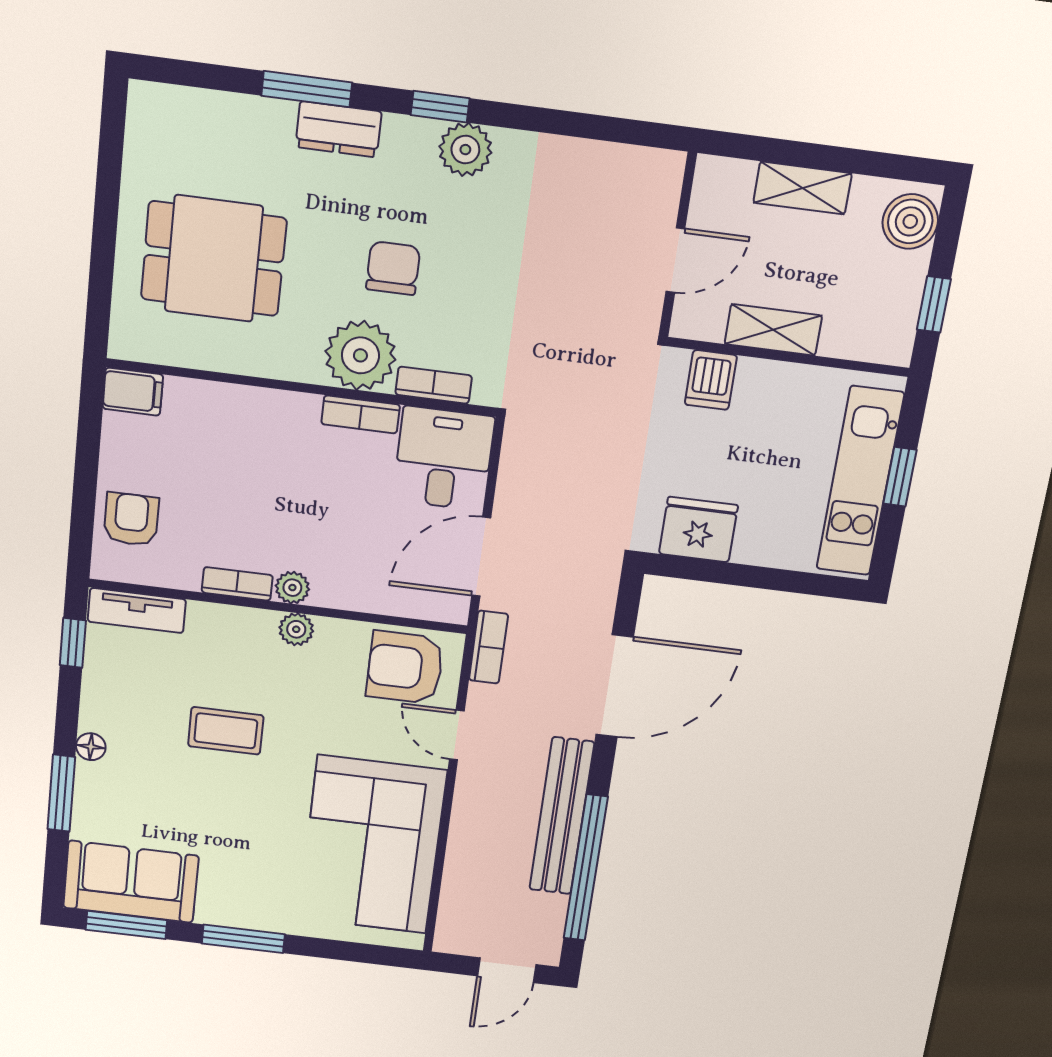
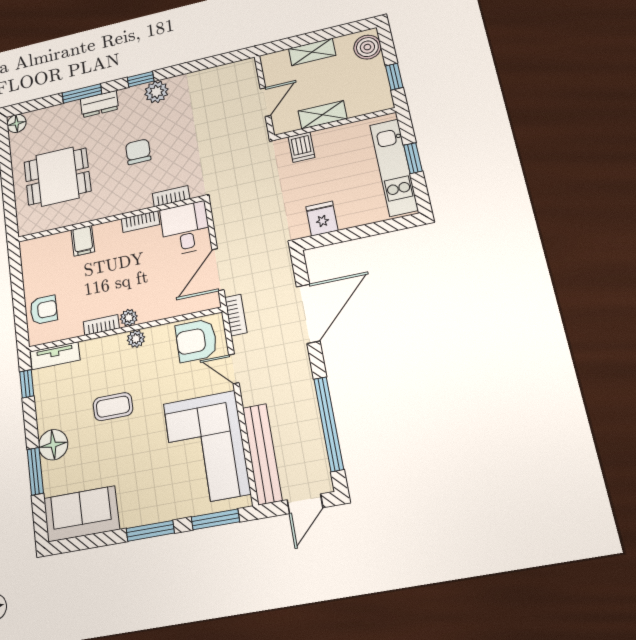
floor lamp: (149, 103) -> (17, 123), added
plant: (360, 355) -> (133, 195), removed
filing cabinet: (133, 392) -> (83, 241), moved, turned 90
armchair: (131, 519) -> (44, 310), turned 90
fridge: (698, 530) -> (322, 219), width x0.72
floor lamp: (91, 747) -> (53, 445), width x1.89, depth x1.89
bench: (562, 816) -> (262, 454), moved
window: (126, 925) -> (215, 519), moved

